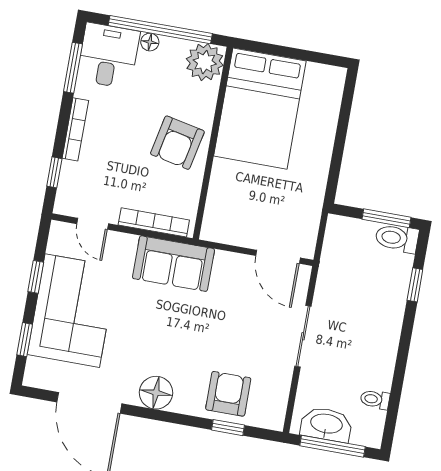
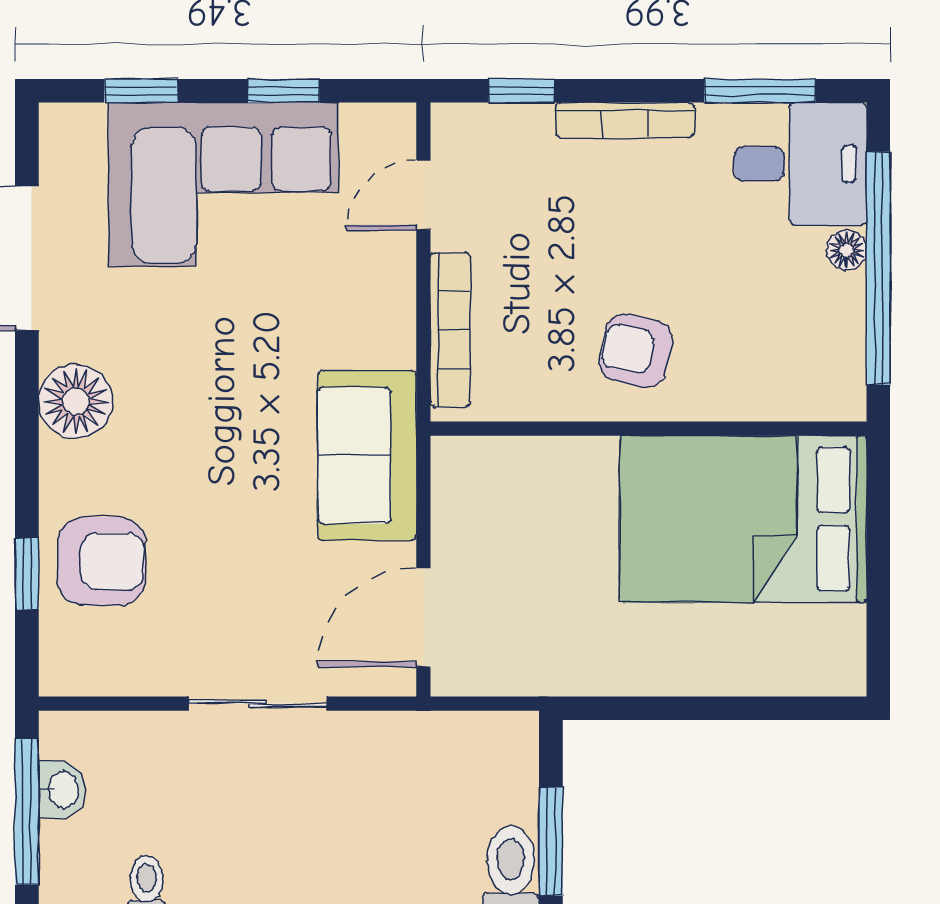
plant: (205, 62) -> (824, 379), removed
armchair: (177, 143) -> (636, 350), width x0.72, depth x0.72
sofa: (173, 264) -> (367, 455), moved
washbasin: (326, 424) -> (62, 790), width x0.52, depth x0.69

